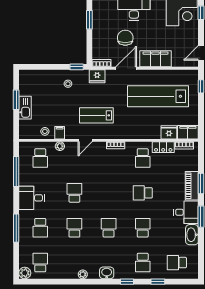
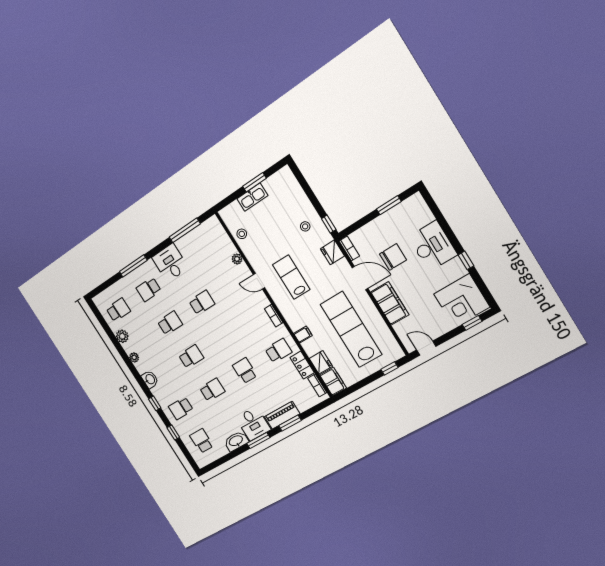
filing cabinet: (60, 133) -> (303, 335), moved
school desk: (40, 158) -> (213, 246), removed
school desk: (143, 158) -> (278, 351), turned 180
plant: (25, 273) -> (122, 336), moved

